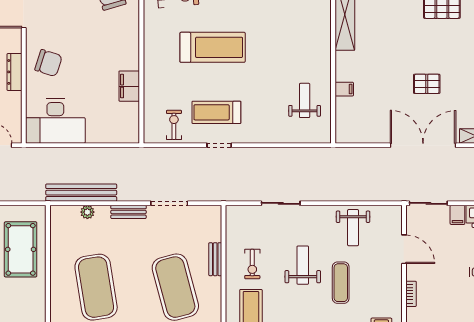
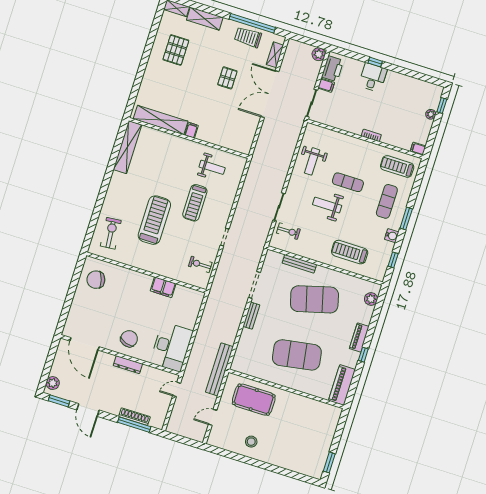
filing cabinet: (344, 89) -> (191, 130), moved
weight bench: (305, 100) -> (212, 167), turned 180
treadmill: (216, 112) -> (195, 203), moved
bench: (81, 193) -> (219, 369), moved
plant: (87, 212) -> (242, 344), removed
weight bench: (353, 228) -> (312, 161), turned 90
door: (404, 249) -> (338, 130), removed
bench: (215, 259) -> (299, 264), width x1.36
exercise bike: (252, 264) -> (288, 231), moved

